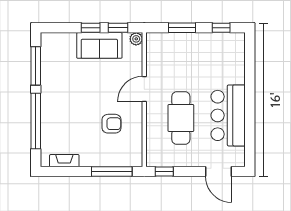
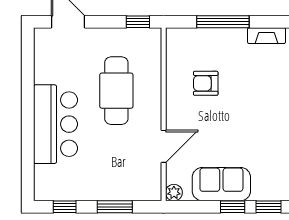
window: (118, 28) -> (269, 207), moved
door: (144, 89) -> (164, 146), moved
bar counter: (228, 115) -> (55, 124), moved
window: (112, 172) -> (223, 22), moved

